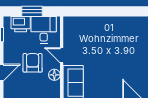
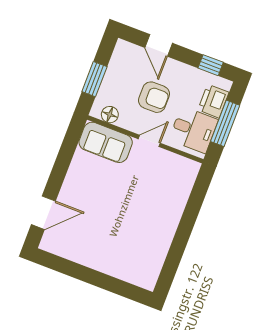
window: (32, 11) -> (225, 123), width x1.44
floor lamp: (54, 75) -> (110, 115), moved

